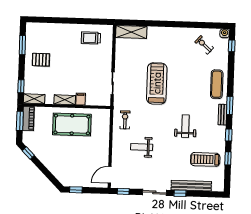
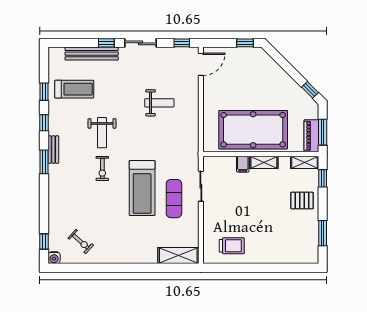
pallet: (41, 60) -> (302, 200), moved
exercise mat: (217, 84) -> (174, 199), moved
exercise bike: (125, 120) -> (102, 169), moved
pool table: (72, 124) -> (253, 130), width x1.36, depth x1.32

